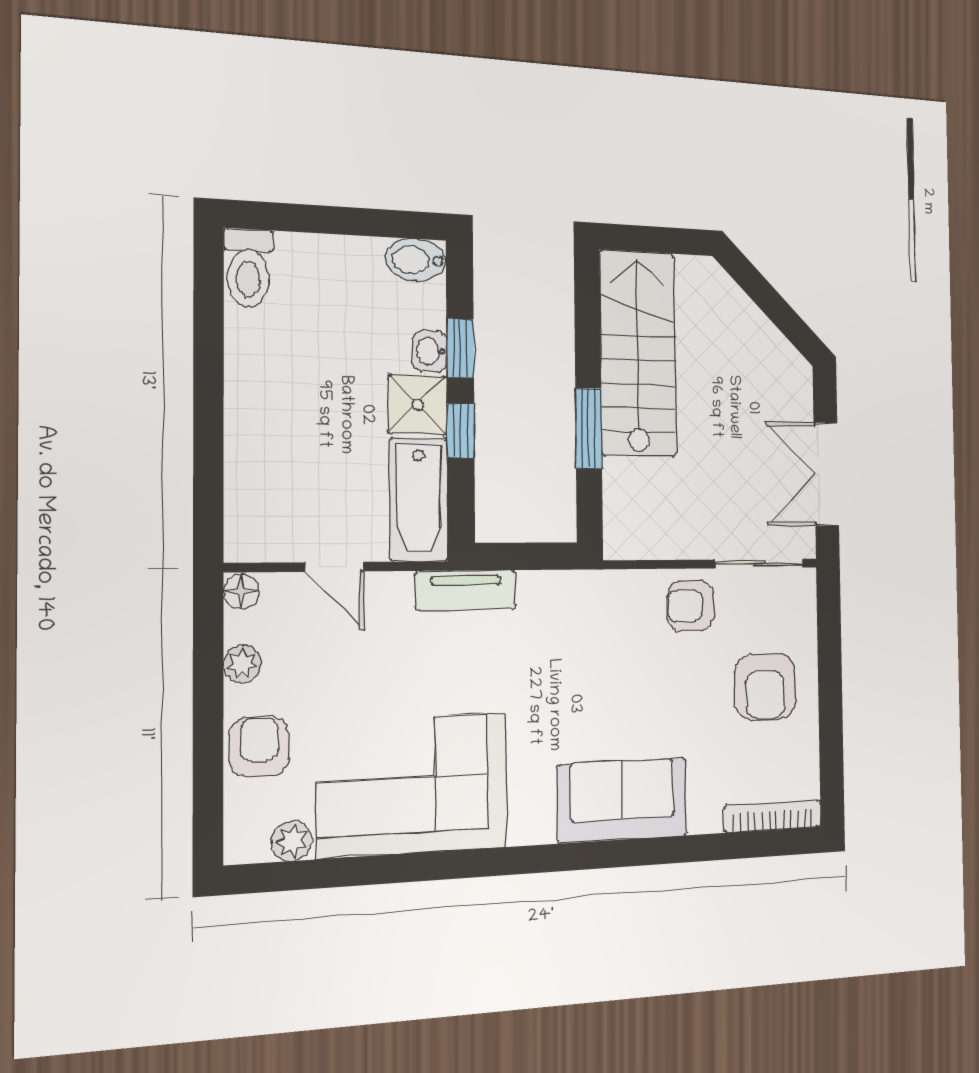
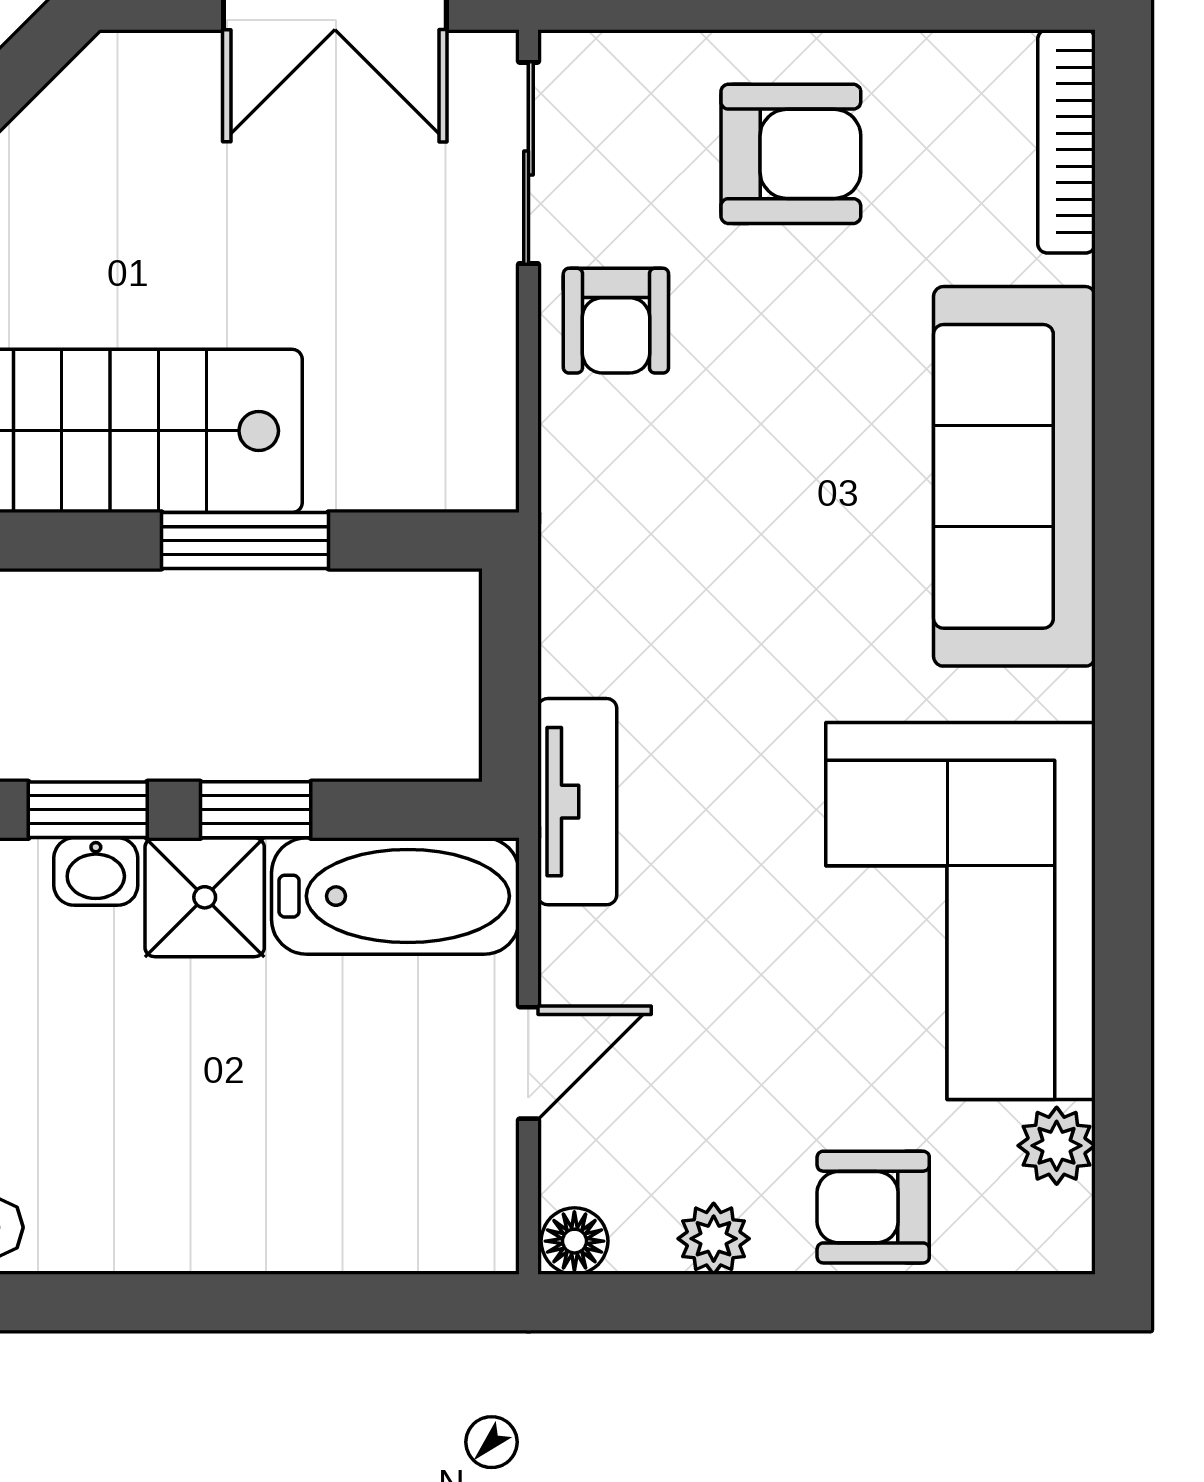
sofa: (622, 800) -> (1014, 476), width x1.36

